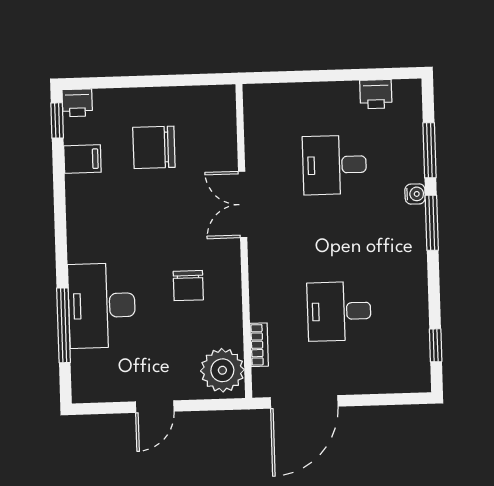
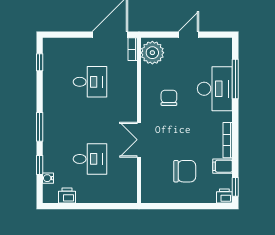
window: (429, 150) -> (40, 165), width x0.67
water cooler: (415, 194) -> (48, 178), moved
double door: (243, 204) -> (139, 140), swing flipped
bookcase: (74, 209) -> (228, 140), added
bookcase: (259, 345) -> (133, 49), moved

